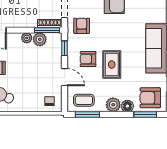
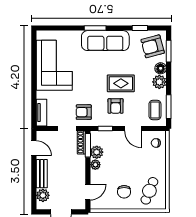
door: (65, 77) -> (133, 129), swing flipped
armchair: (150, 98) -> (153, 46), turned 75

